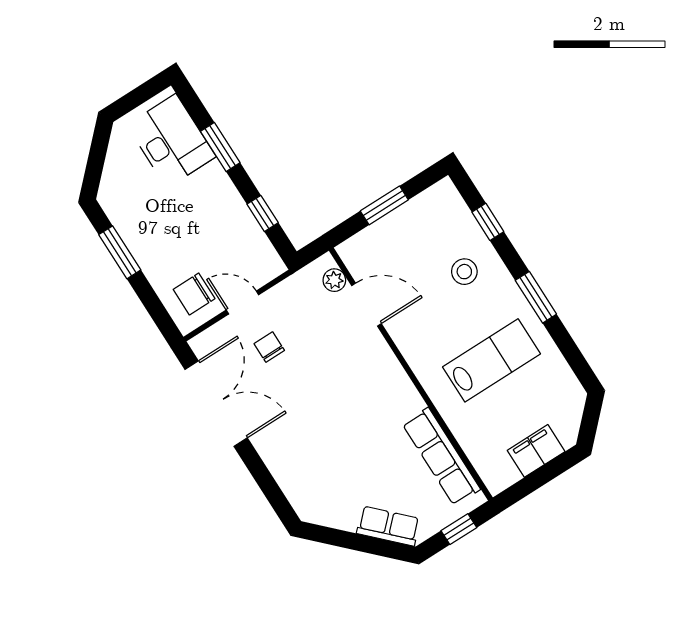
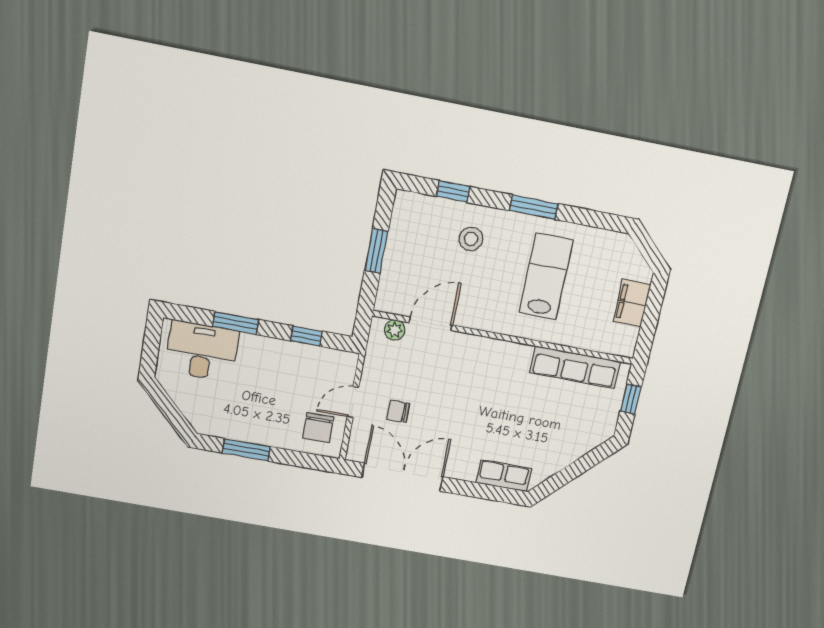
row of seats: (388, 526) -> (504, 476), moved, turned 45

